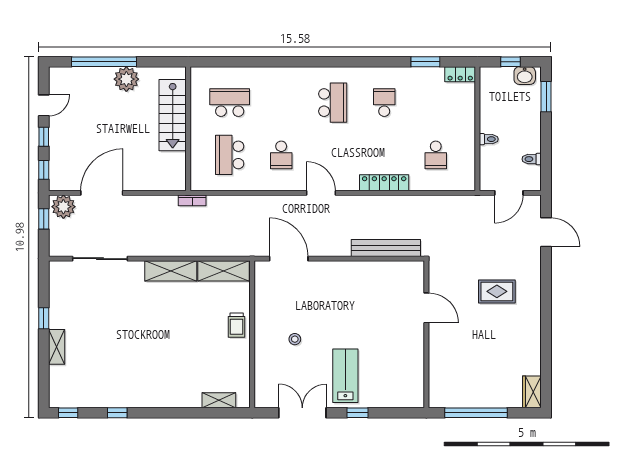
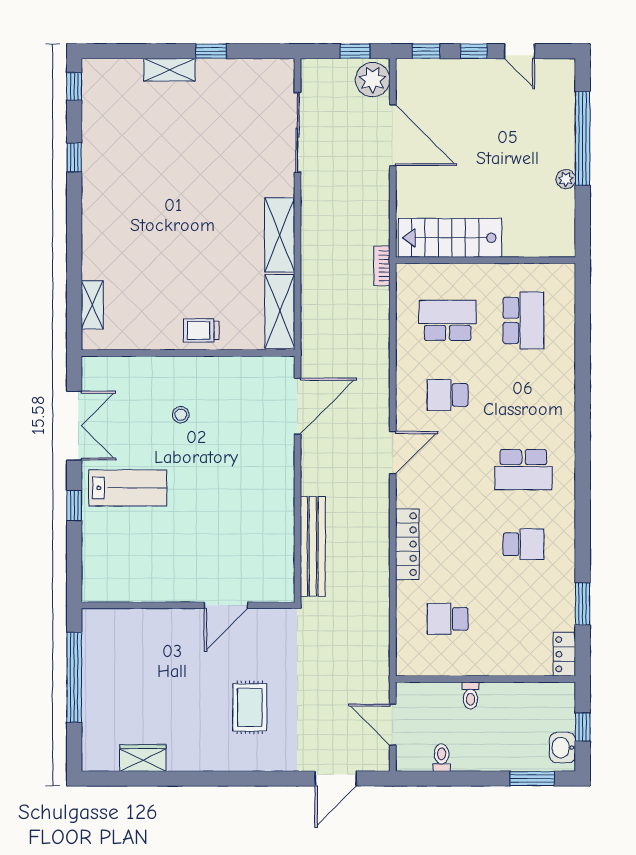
plant: (126, 79) -> (566, 179), width x0.53, depth x0.53
stairs: (173, 115) -> (450, 238), moved
wardrobe: (532, 392) -> (143, 758), moved

